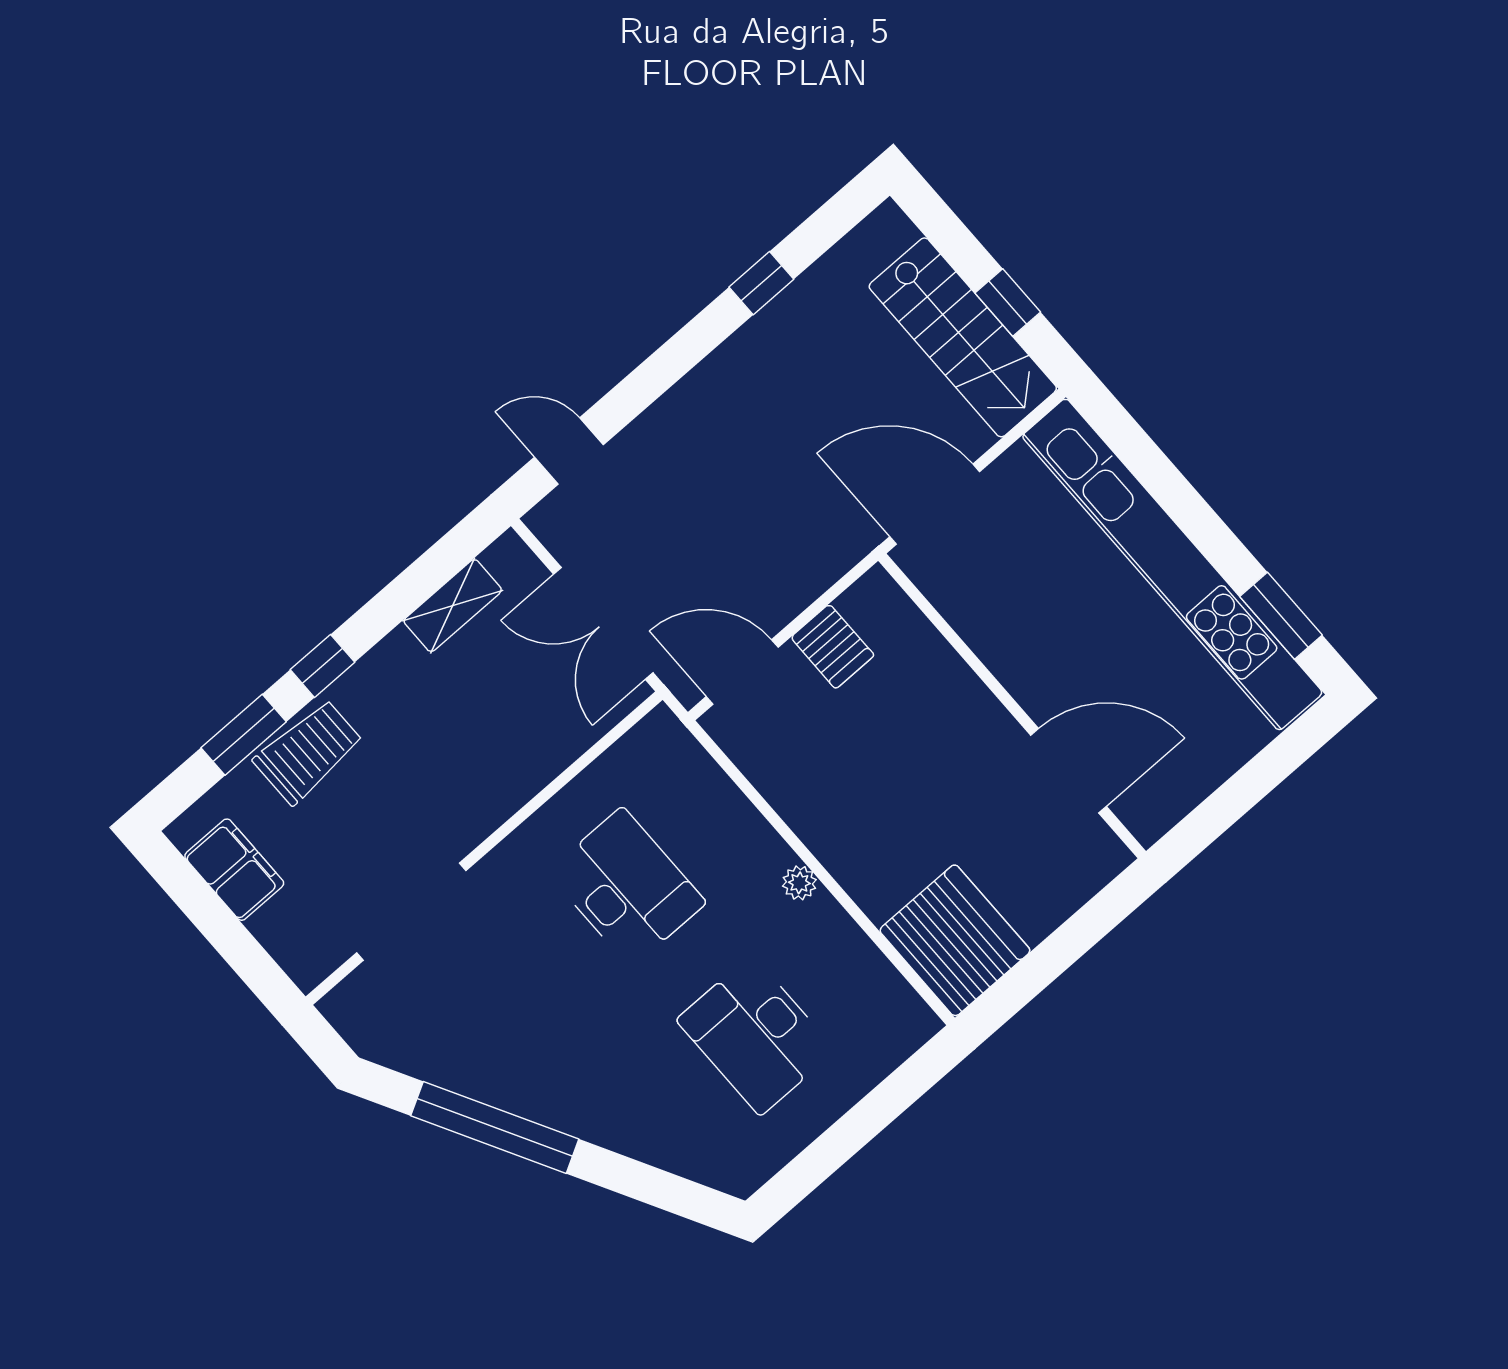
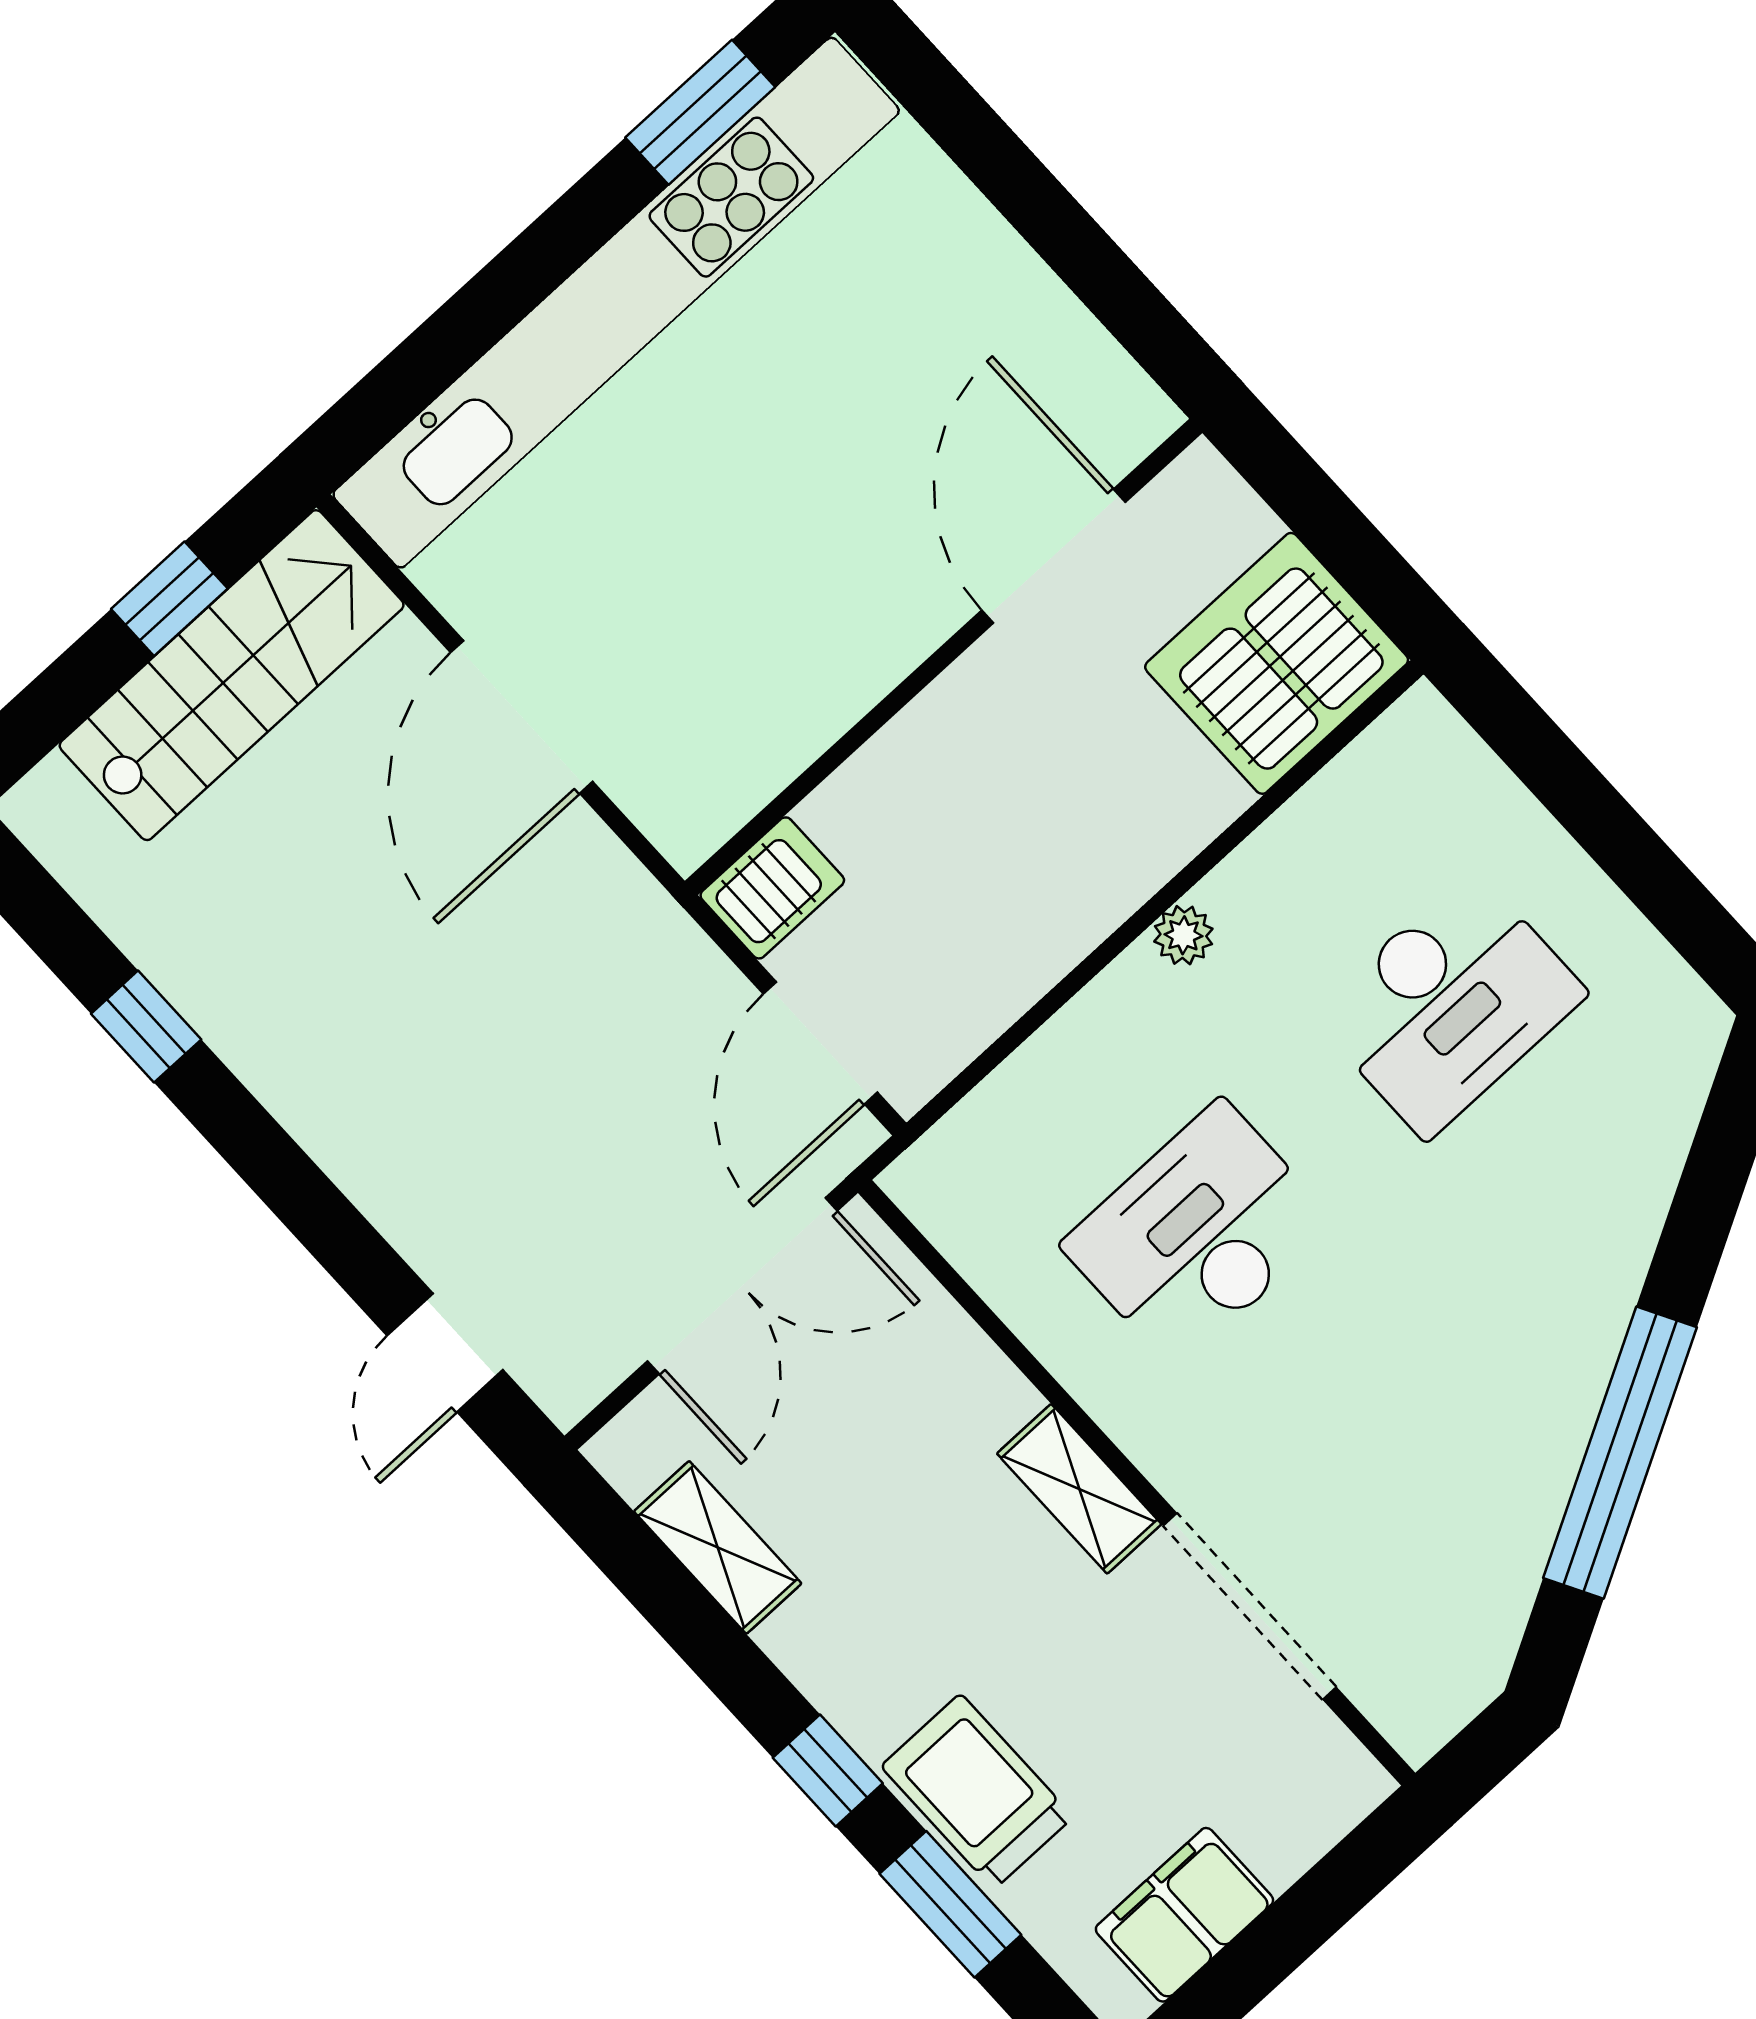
wall: (1012, 706) -> (944, 657), moved
door: (1069, 771) -> (1054, 556), moved
shelving: (481, 815) -> (1079, 1489), added

